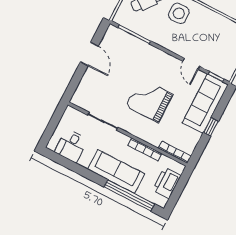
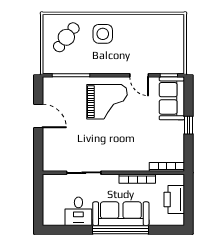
grand piano: (149, 100) -> (107, 102), moved, turned 180
sofa: (205, 104) -> (172, 98), width x0.73
desk: (71, 146) -> (78, 211), moved
window: (129, 195) -> (121, 230), moved

